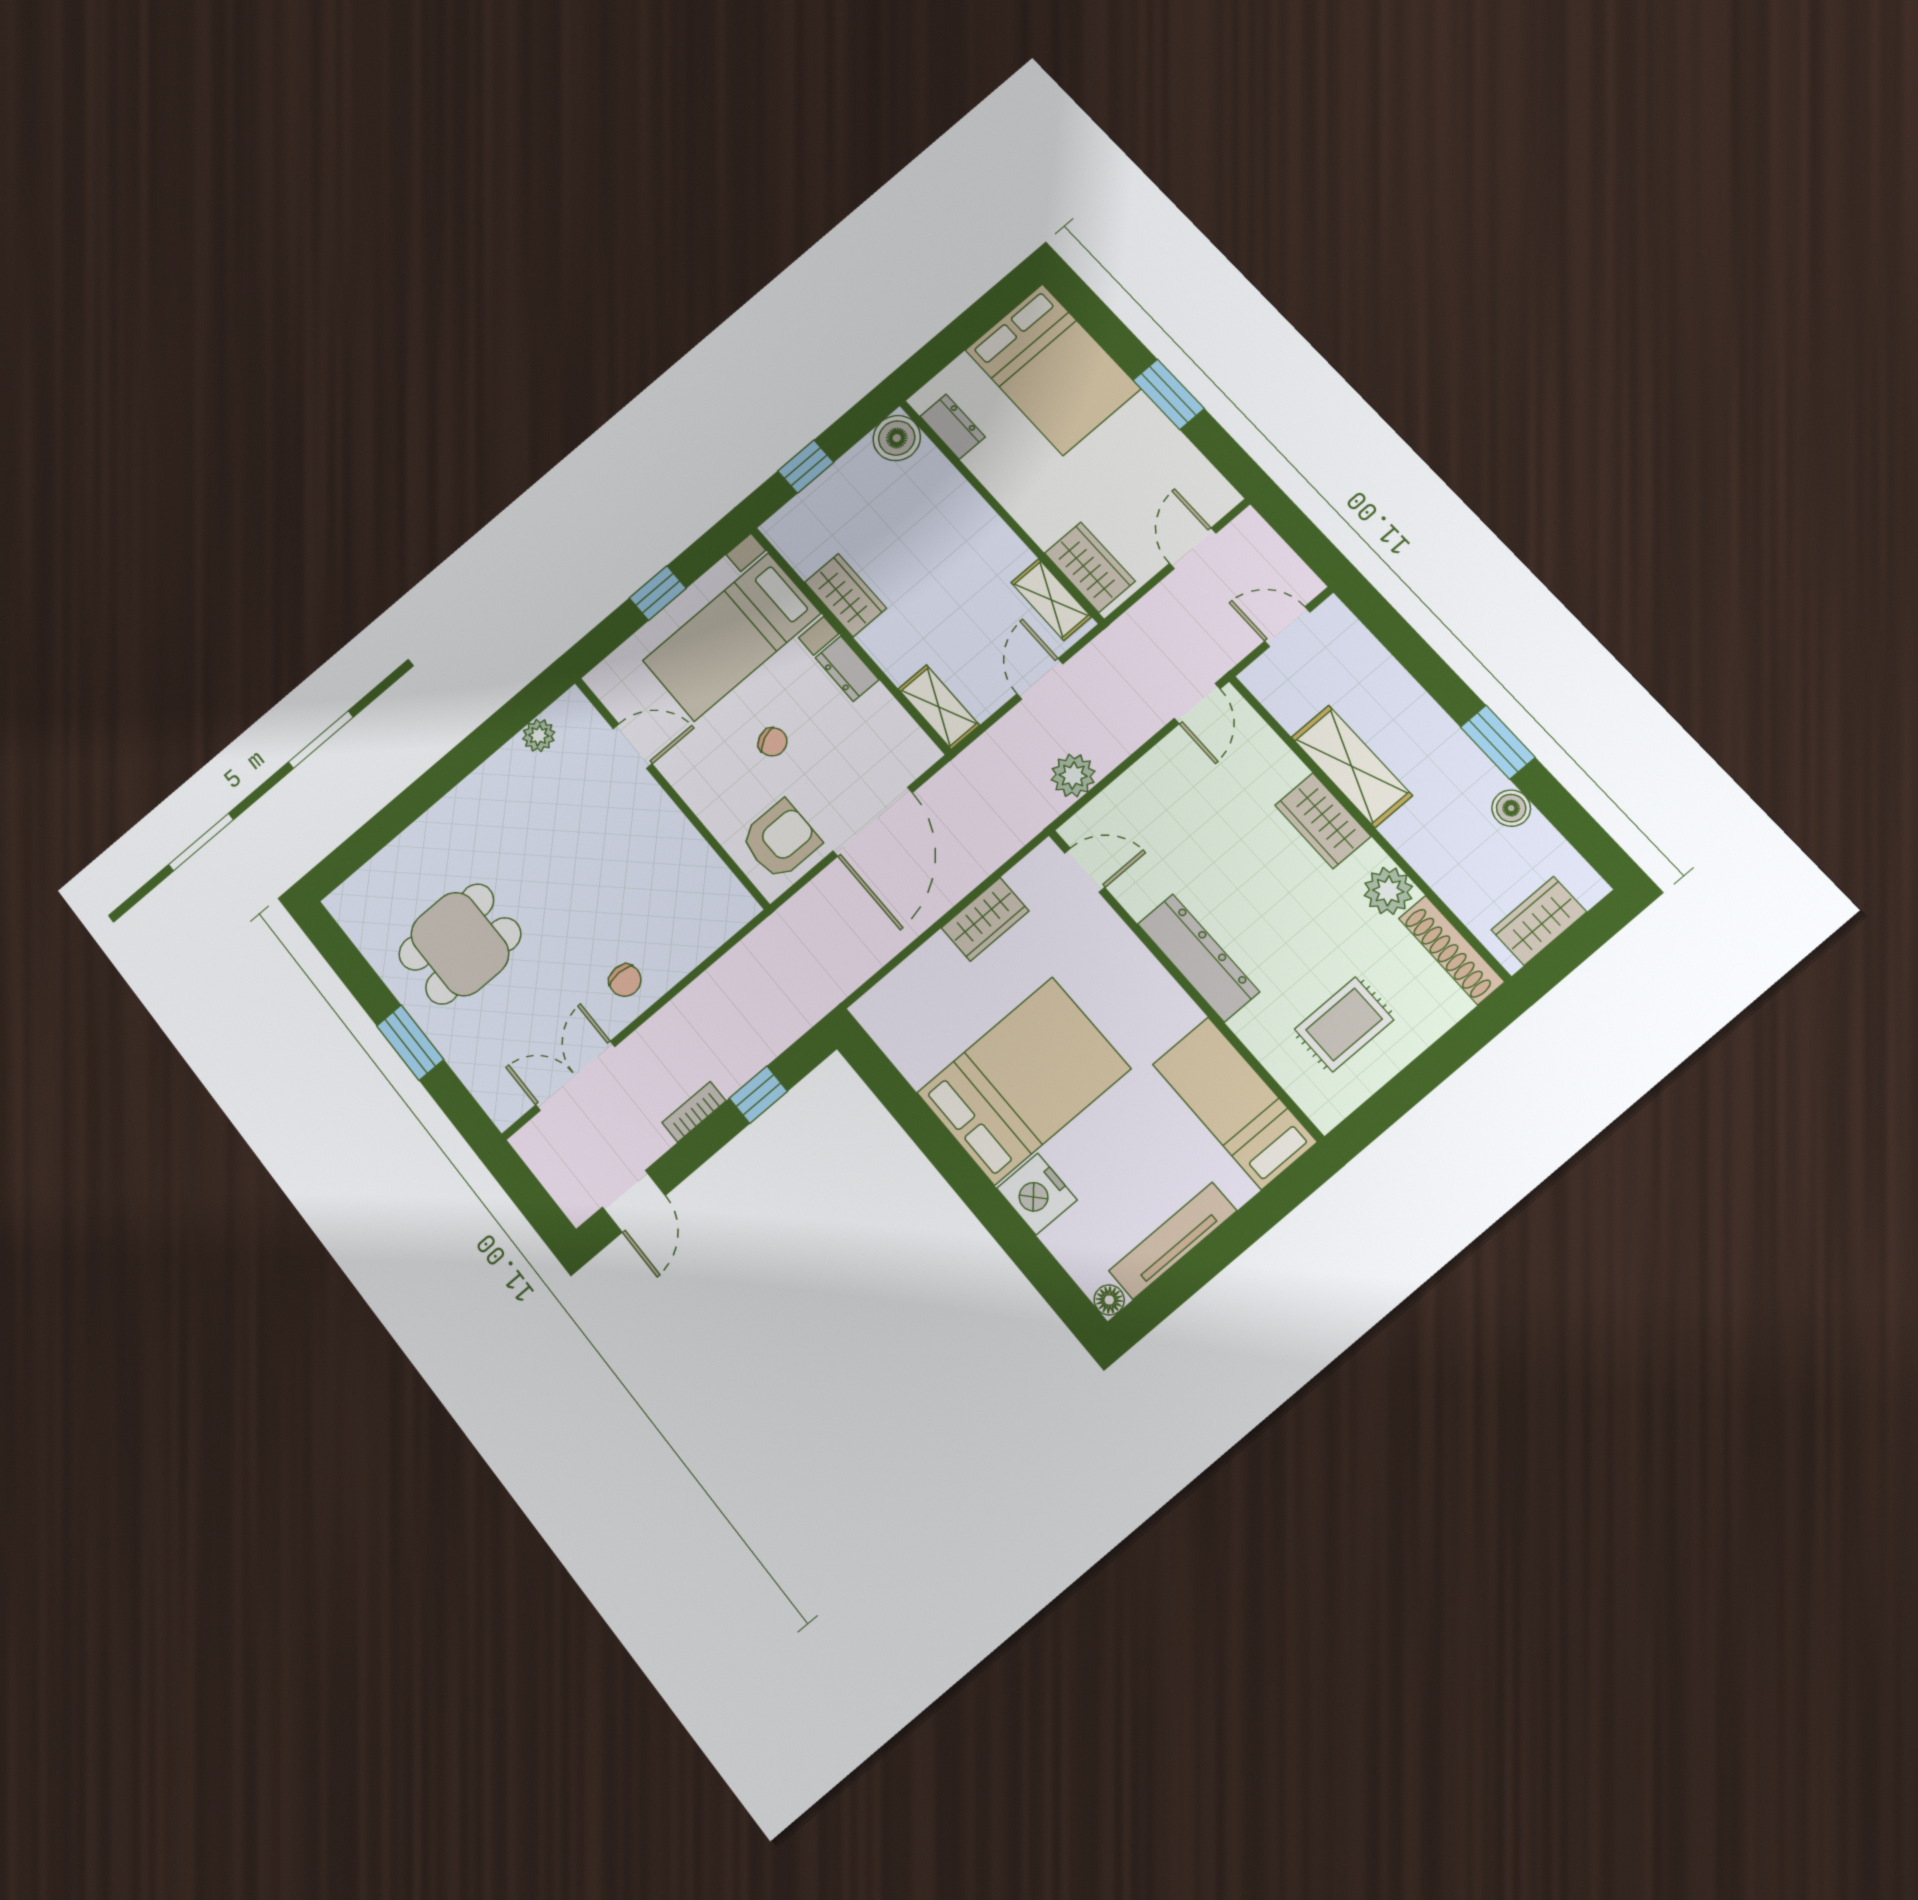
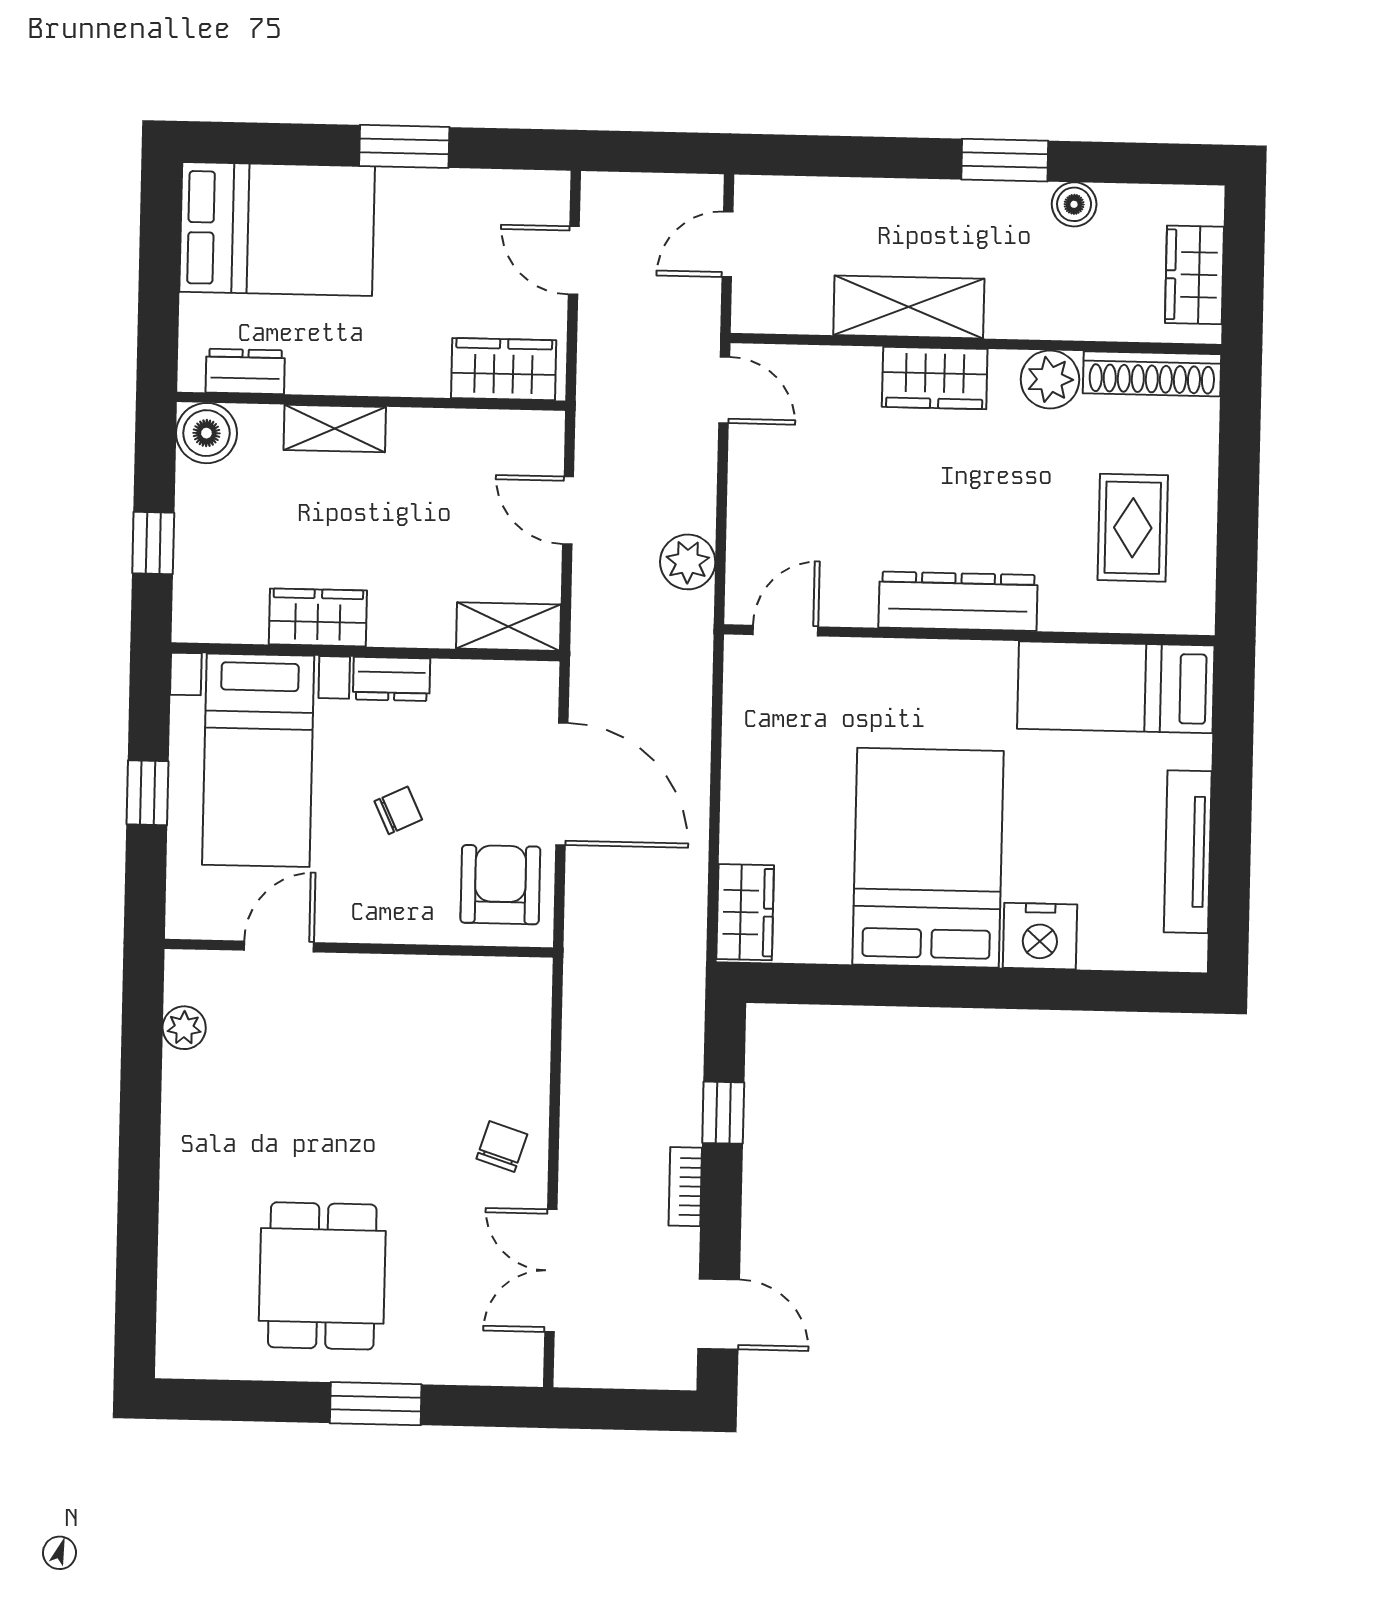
shelving: (1051, 600) -> (335, 428), moved
wardrobe: (985, 919) -> (745, 912), moved
chair: (625, 980) -> (502, 1146), turned -72
floor lamp: (1109, 1300) -> (1190, 955), removed

